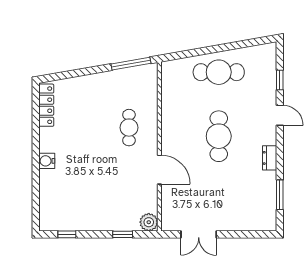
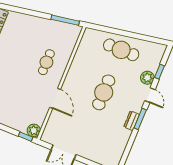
plant: (267, 94) -> (147, 78), added
window: (280, 195) -> (140, 119), moved
window: (123, 234) -> (26, 137), moved

